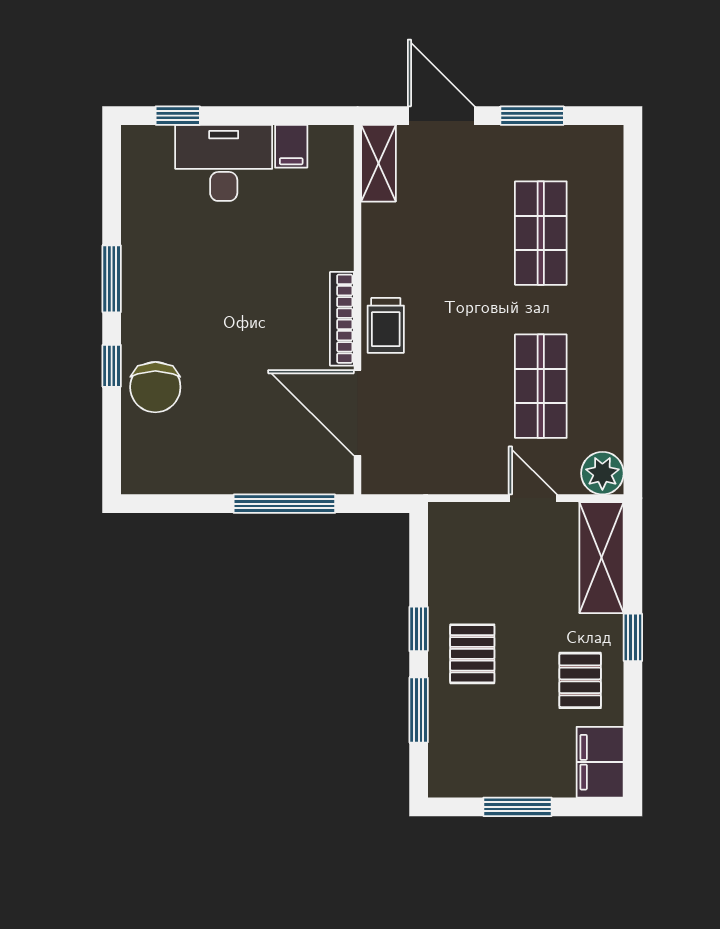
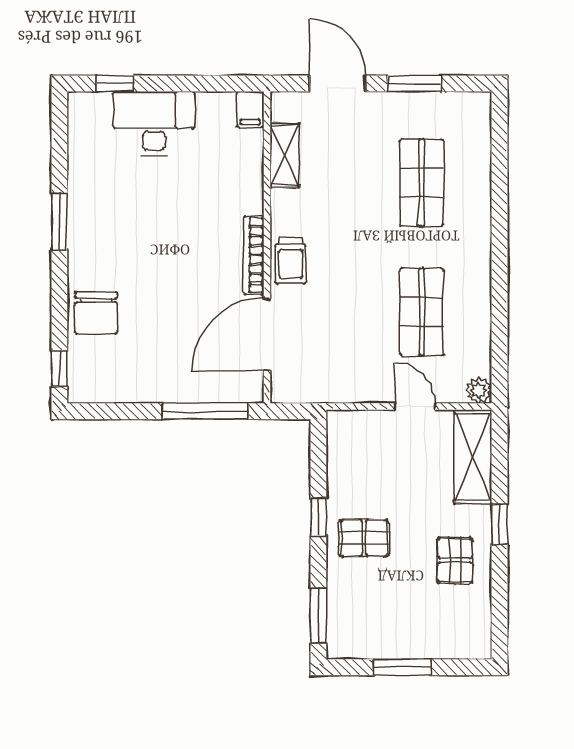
filing cabinet: (291, 146) -> (250, 109), moved
shelving: (379, 163) -> (285, 155), moved
window: (112, 366) -> (59, 368), moved
door: (358, 413) -> (267, 335), hinge flipped
plant: (602, 473) -> (479, 390), width x0.73, depth x0.73
pallet: (472, 654) -> (364, 538), turned 90
window: (419, 710) -> (318, 616), moved
filing cabinet: (600, 762) -> (472, 630), removed

